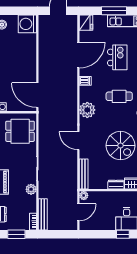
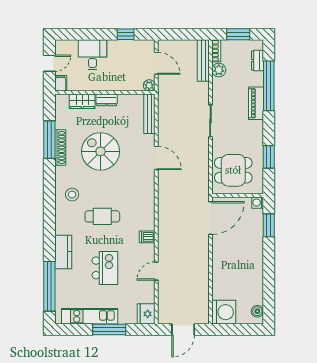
door: (78, 55) -> (156, 271), width x0.53
kitchen island: (117, 57) -> (105, 268), turned 180
door: (37, 95) -> (210, 218), hinge flipped
plant: (87, 110) -> (144, 198), removed
plant: (31, 189) -> (219, 70), moved
door: (78, 212) -> (156, 63), swing flipped
window: (123, 234) -> (126, 34), moved

